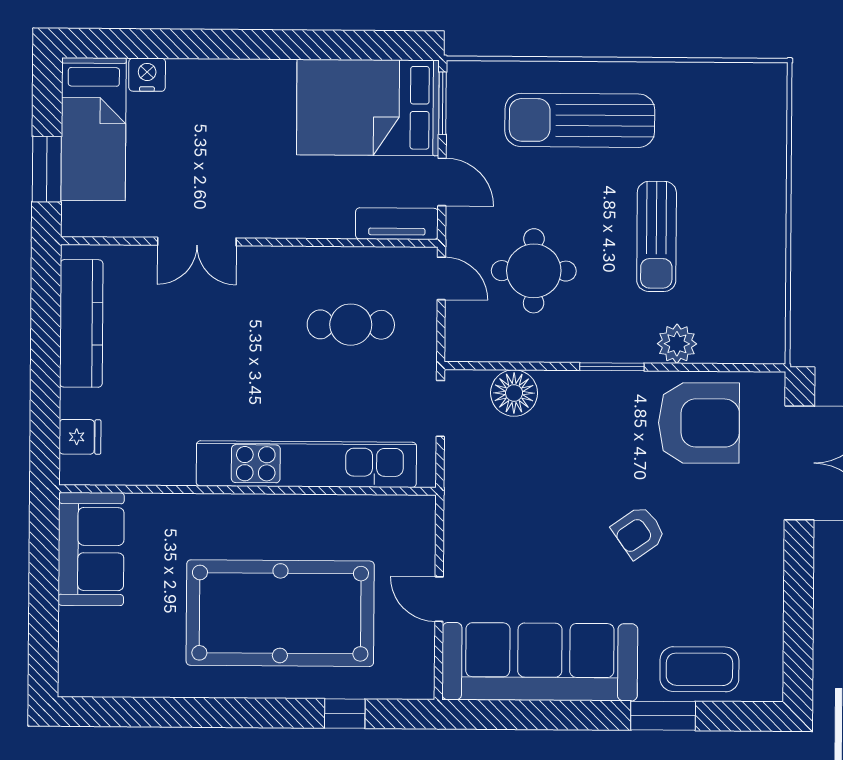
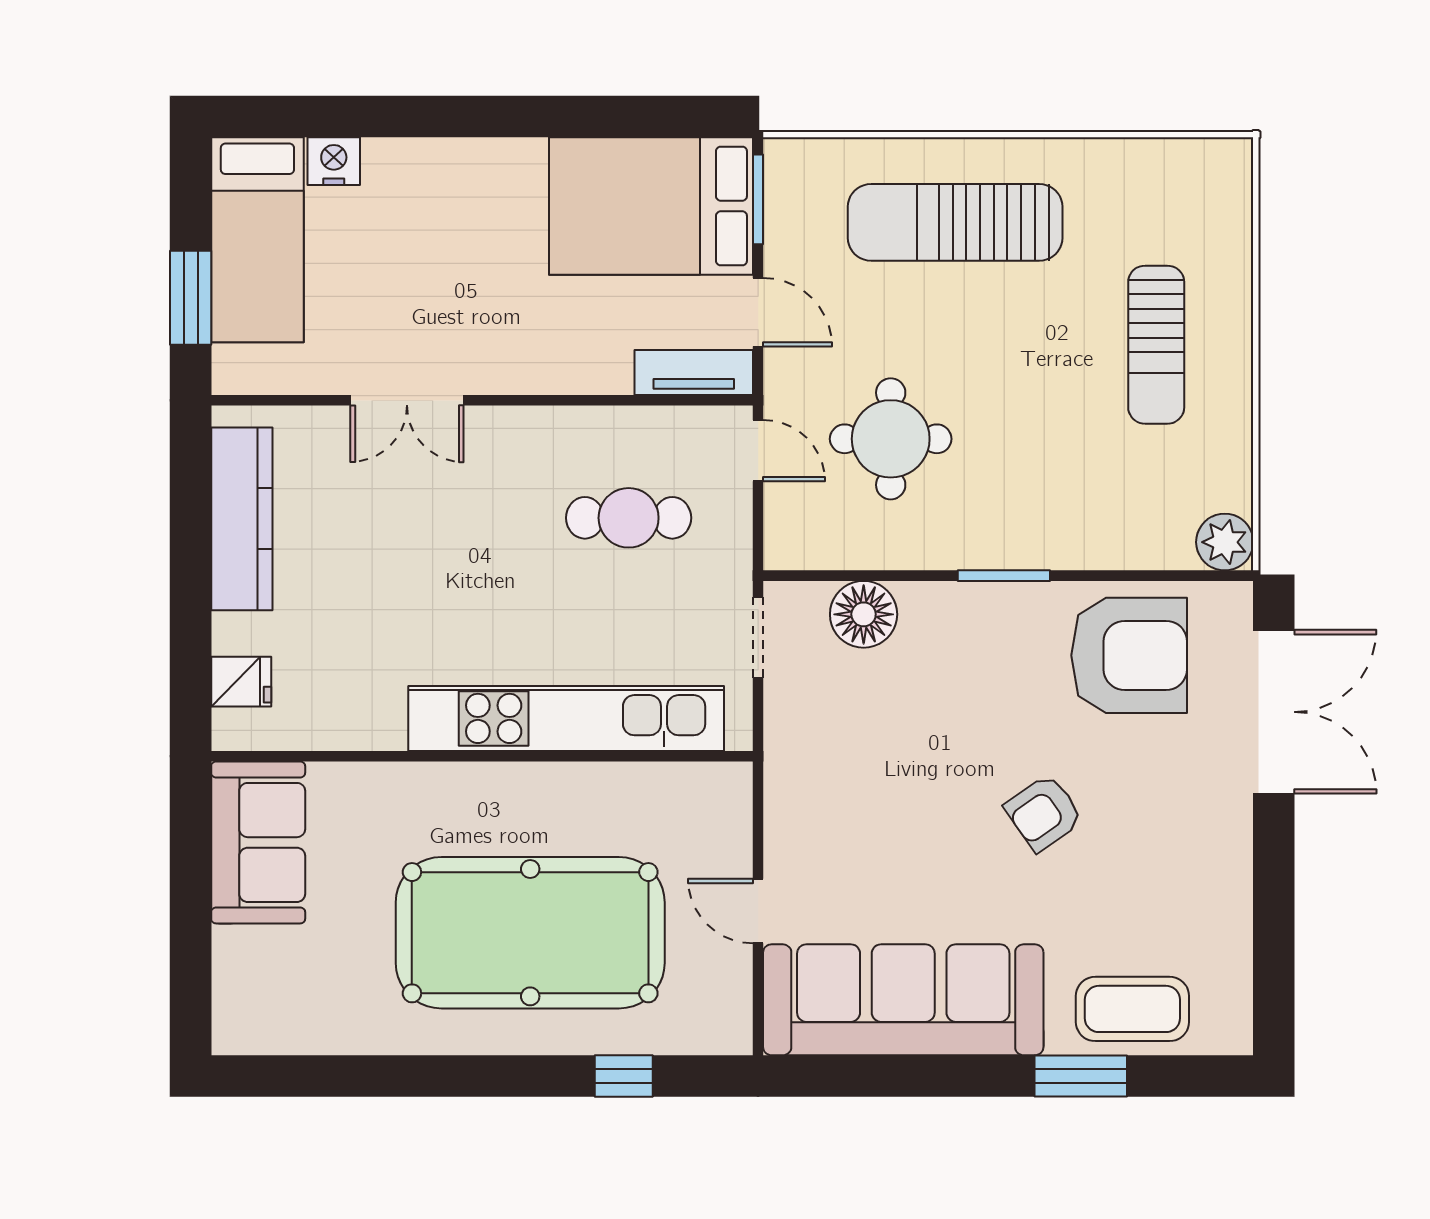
sun lounger: (657, 236) -> (1156, 345), moved
plant: (677, 344) -> (1225, 542), moved

